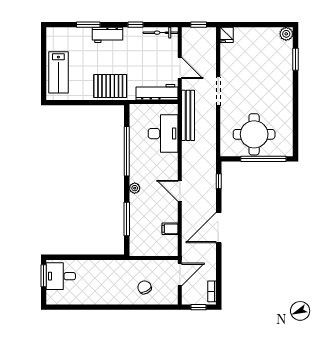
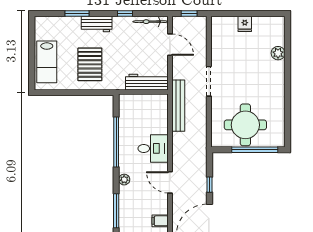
plant: (286, 34) -> (278, 53), moved
fridge: (227, 35) -> (245, 24), moved
window: (296, 59) -> (287, 49), removed
door: (180, 68) -> (170, 45), moved
pallet: (110, 86) -> (90, 64), moved, turned 90
desk: (163, 134) -> (153, 148), moved, width x0.73
window: (219, 181) -> (210, 185), moved

